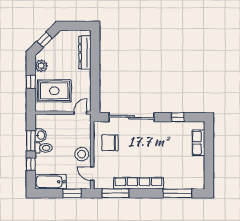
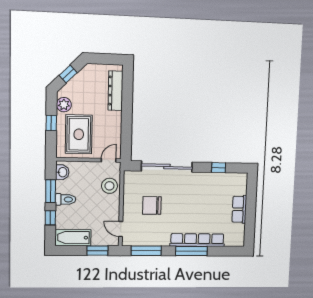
rug: (54, 91) -> (79, 134), turned 90
washbasin: (41, 135) -> (62, 172), moved
chair: (110, 143) -> (152, 205), moved
row of seats: (198, 143) -> (239, 209), moved
stool: (82, 154) -> (109, 186), moved
row of seats: (138, 183) -> (197, 240), moved
window: (177, 193) -> (191, 251), moved

